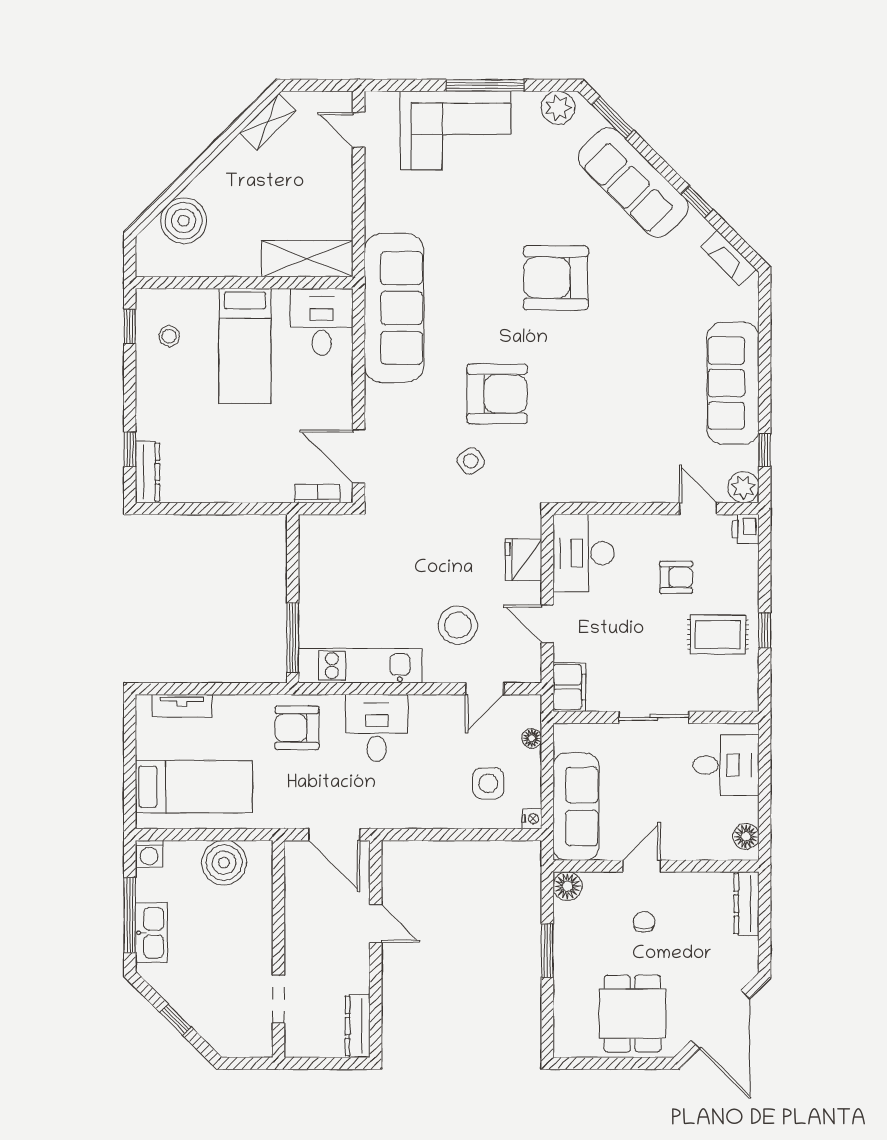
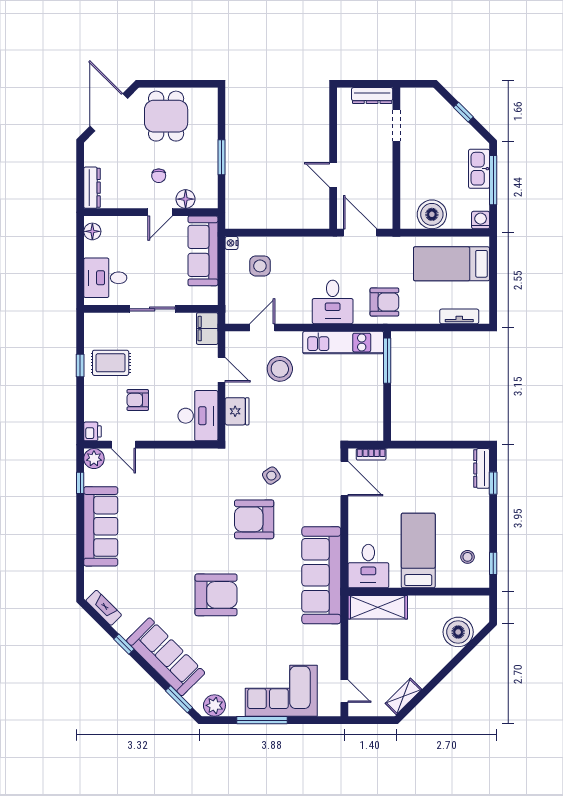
floor lamp: (532, 738) -> (232, 295), removed
floor lamp: (567, 886) -> (186, 199), moved
dresser: (358, 1026) -> (372, 96), moved, turned 90

